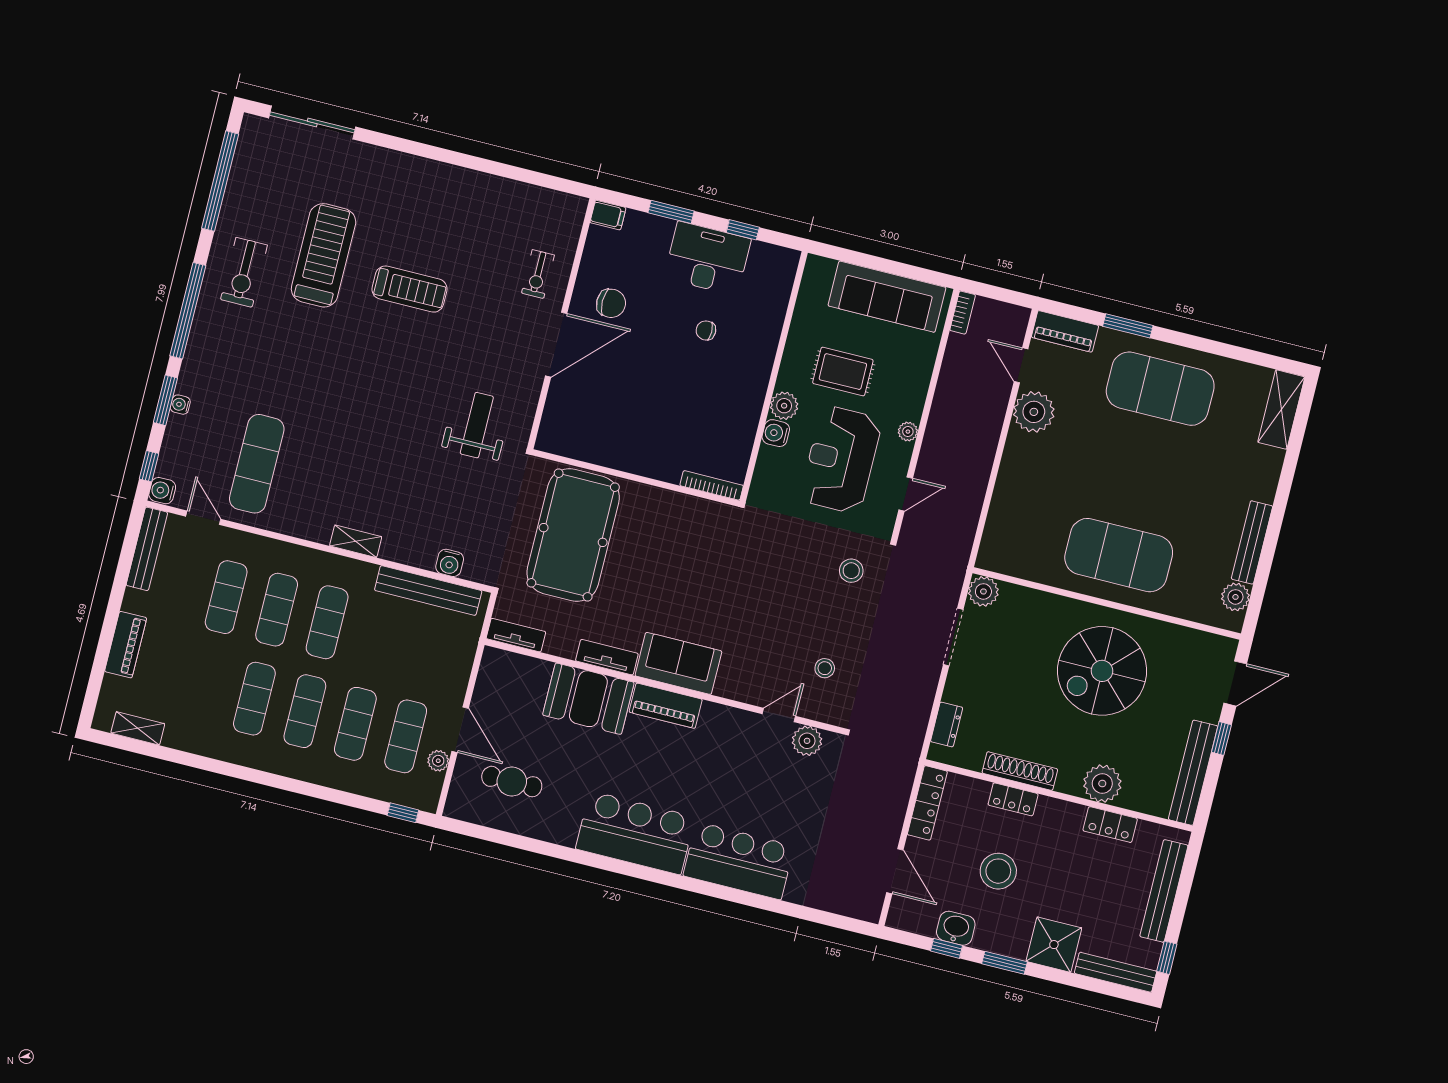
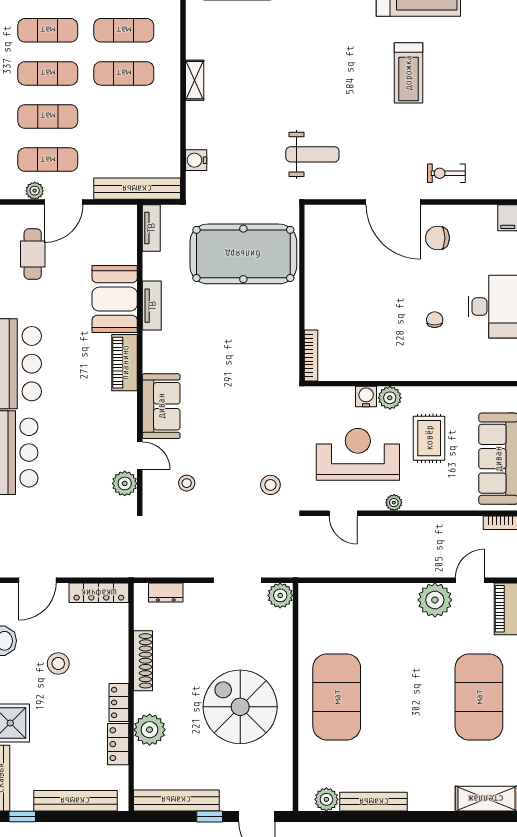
chair: (611, 303) -> (437, 238), turned 90
bench: (428, 590) -> (137, 189), moved, turned 90
sofa: (678, 663) -> (161, 406), moved
locker: (1013, 799) -> (119, 703), moved
stool: (998, 871) -> (58, 664), width x0.73, depth x0.73

